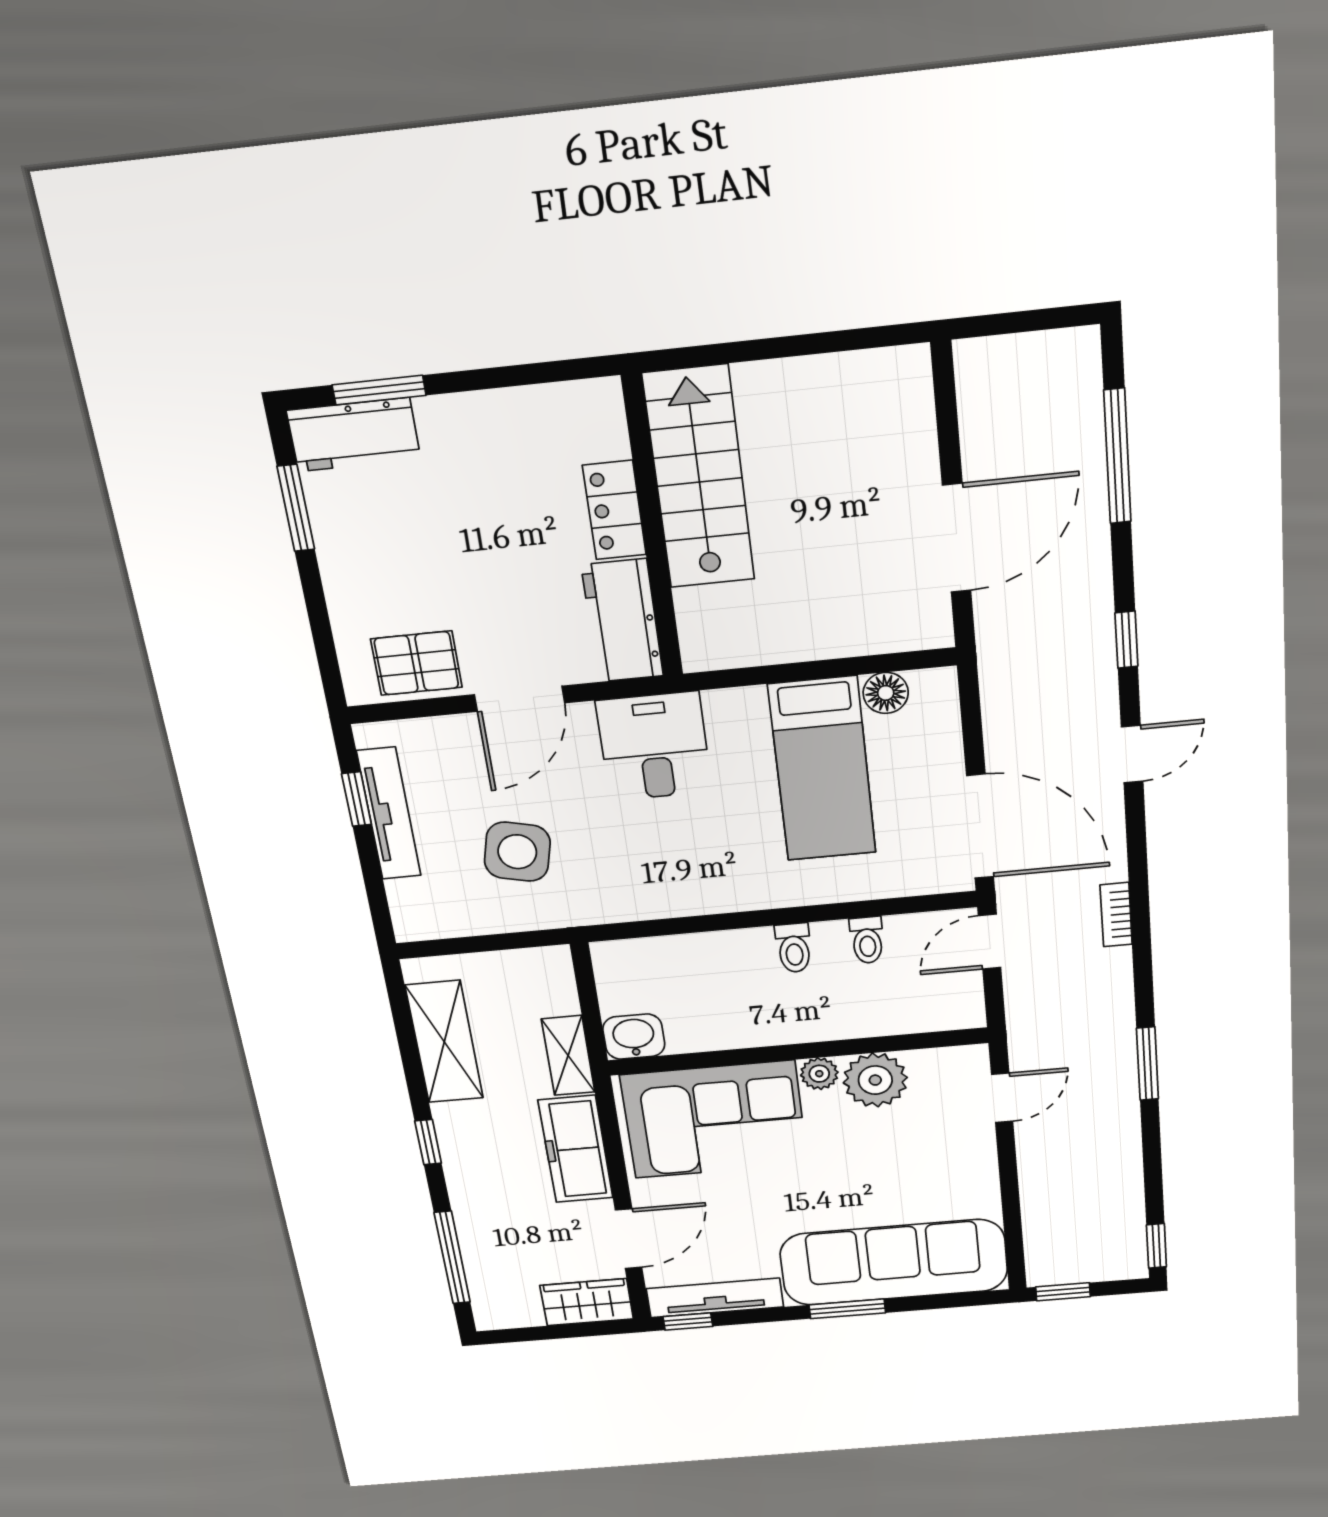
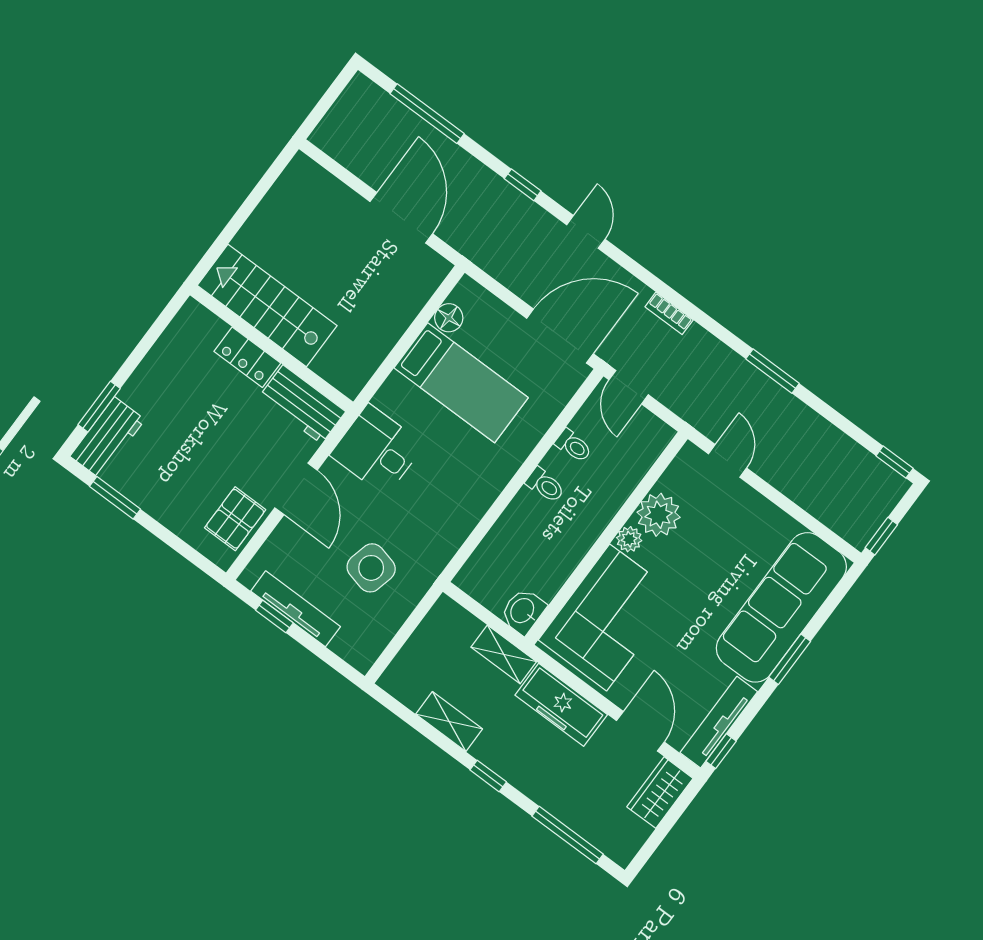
shelving: (444, 1042) -> (449, 721), width x0.67, depth x0.75

